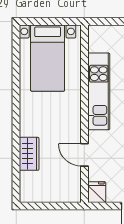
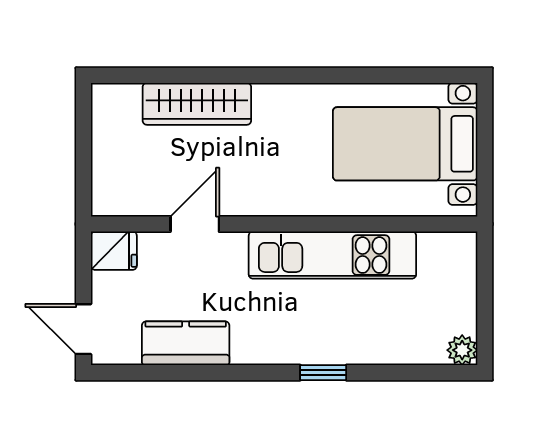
wardrobe: (29, 154) -> (197, 104), width x1.50

